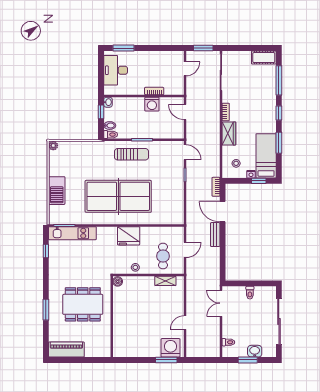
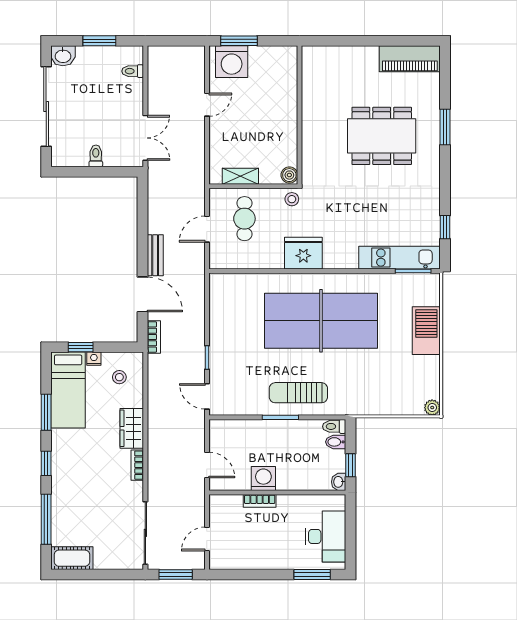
boiler: (118, 281) -> (289, 175), moved
wall: (112, 317) -> (299, 115), moved
washbasin: (255, 351) -> (63, 56), moved

